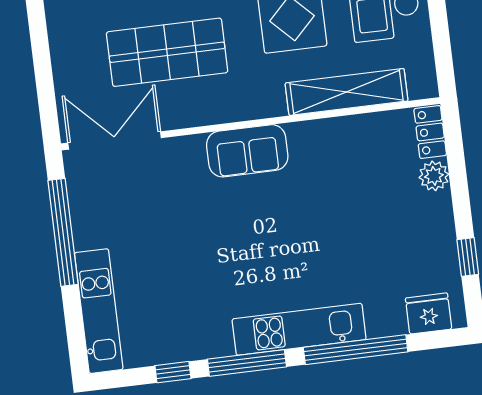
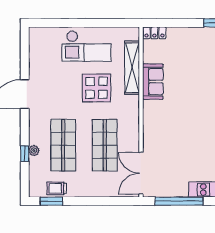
sofa: (247, 151) -> (153, 82), moved
plant: (434, 176) -> (174, 33), removed

